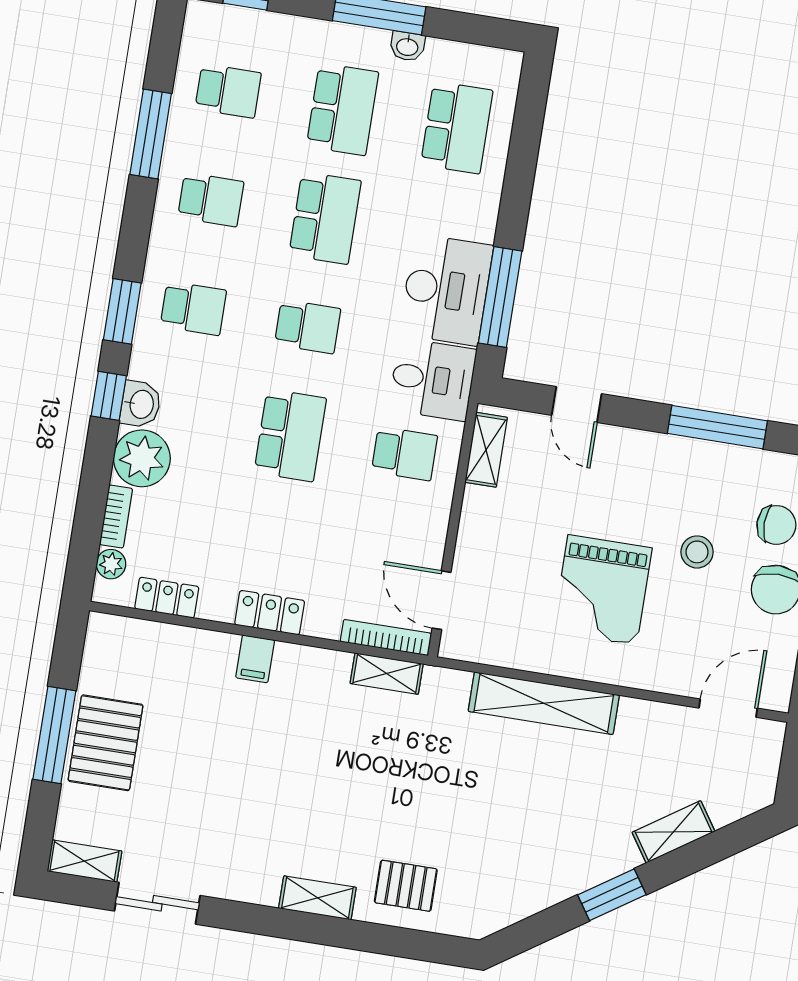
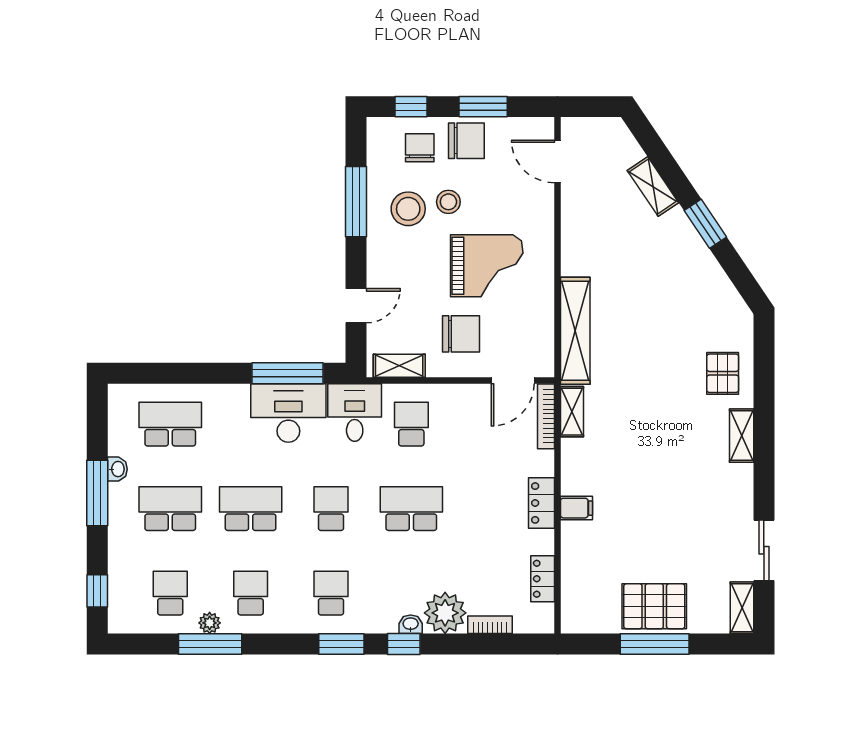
washbasin: (141, 404) -> (411, 624), width x0.72, depth x0.69
stool: (696, 496) -> (408, 209), added
chair: (516, 540) -> (461, 334), added
plant: (111, 564) -> (210, 623), moved
shelving: (544, 703) -> (575, 331), moved

